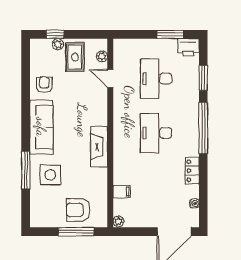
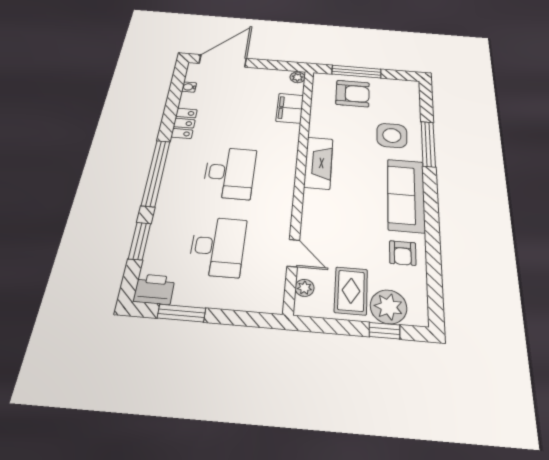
plant: (58, 44) -> (389, 307), width x1.87, depth x1.87
filing cabinet: (122, 192) -> (290, 108), width x2.00

